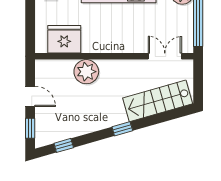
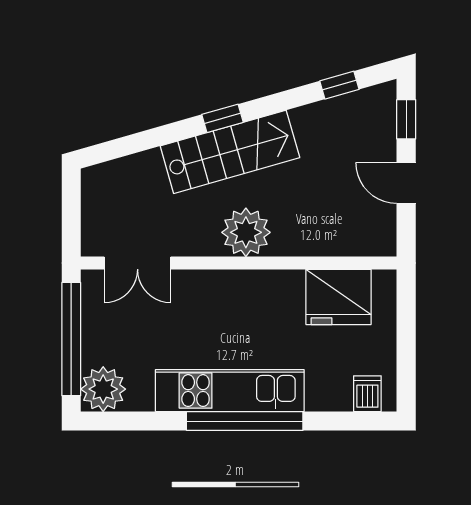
plant: (86, 72) -> (246, 232), moved
stairs: (158, 101) -> (230, 152), moved

